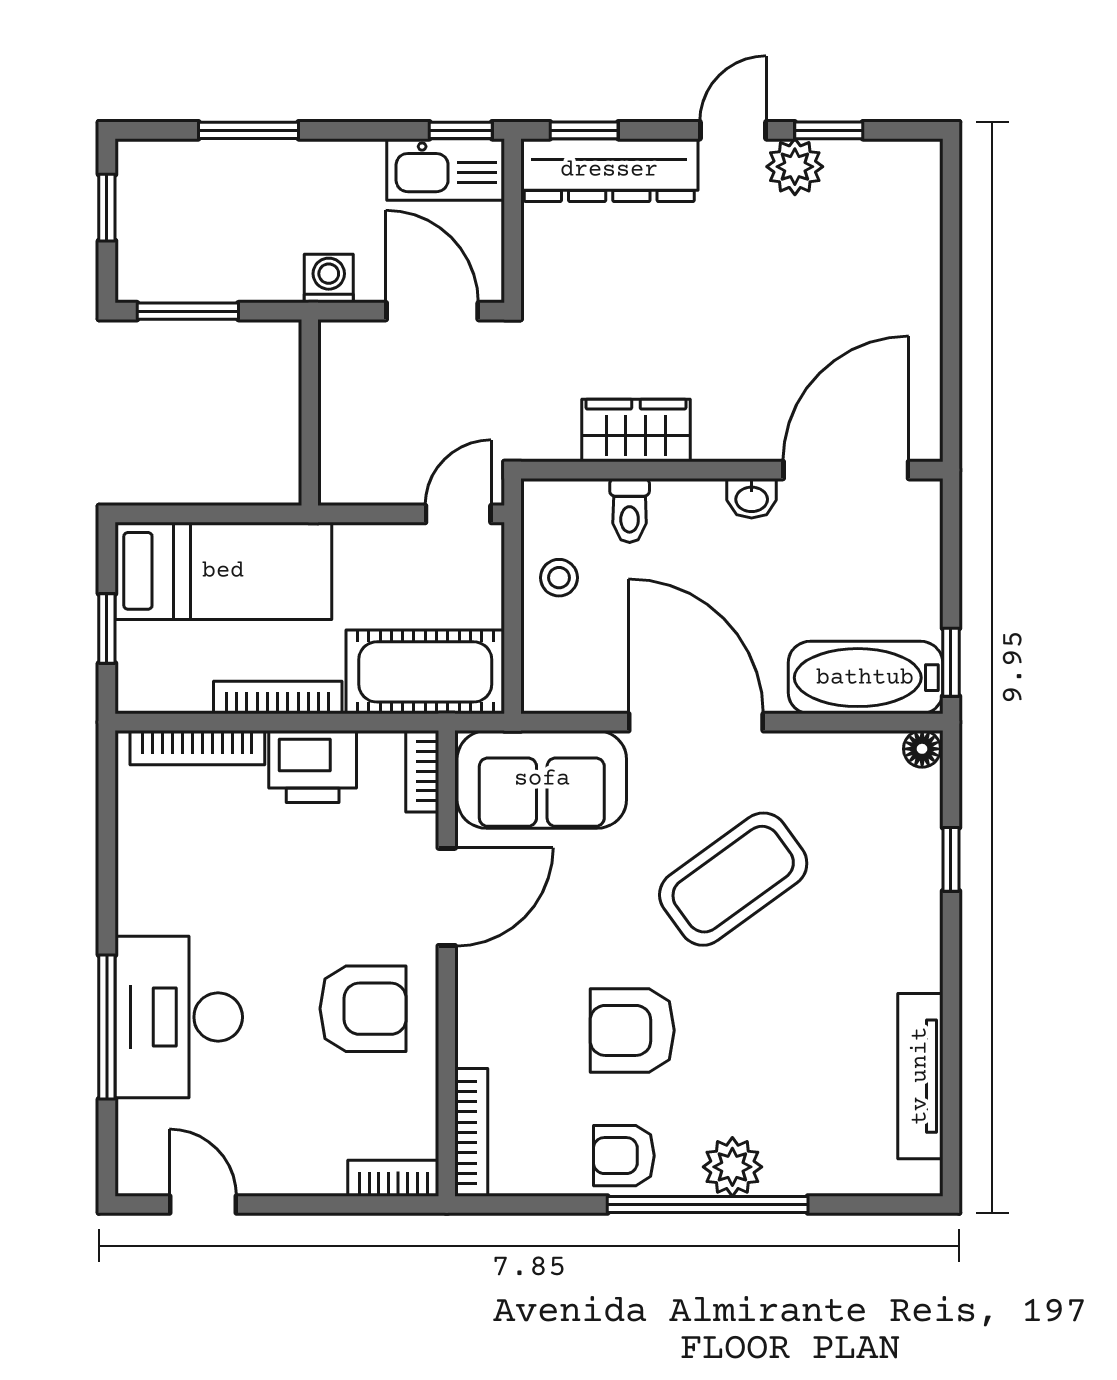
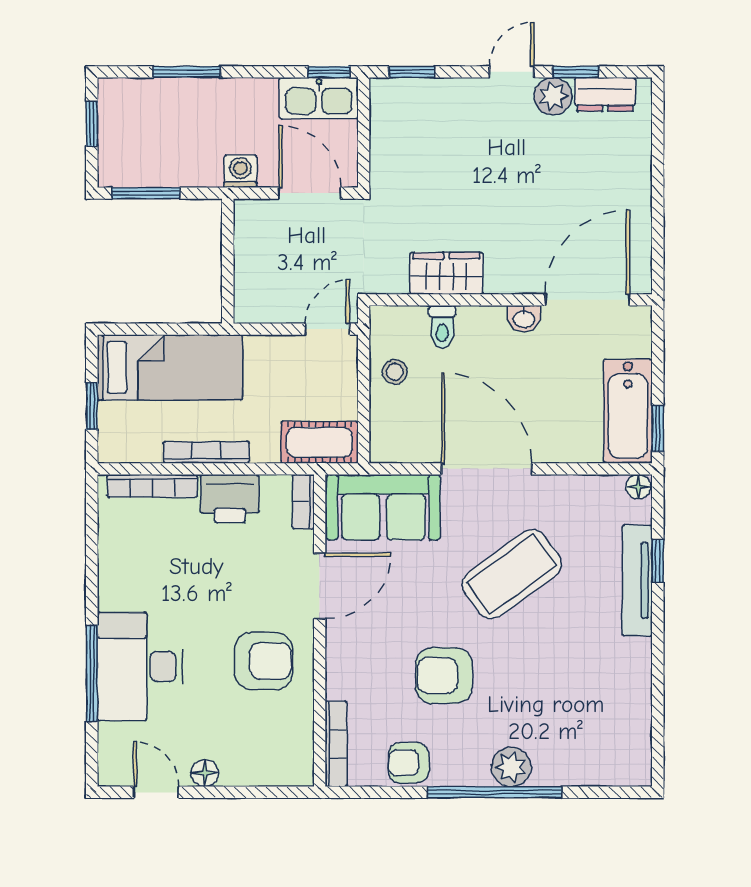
dresser: (609, 170) -> (605, 94), moved, width x0.51, depth x0.80
cot: (425, 672) -> (319, 442), width x0.73, depth x0.75
bathtub: (865, 678) -> (628, 411), moved, turned -90
tv unit: (920, 1076) -> (637, 580), moved
armchair: (624, 1156) -> (408, 763), moved
floor lamp: (276, 1176) -> (205, 773), added
bookcase: (393, 1178) -> (284, 775), removed

